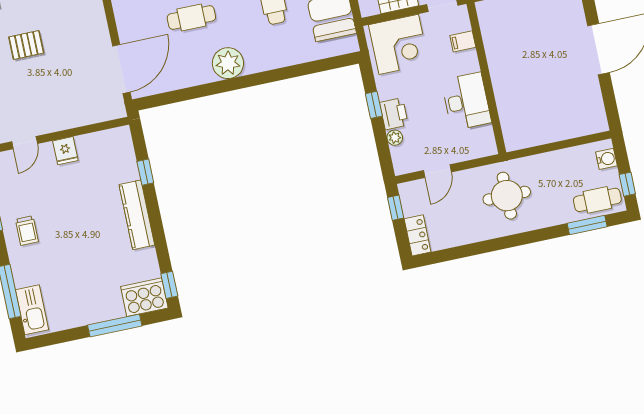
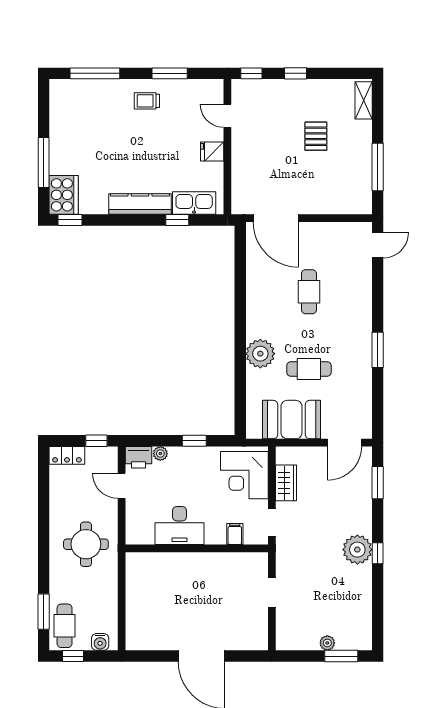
plant: (228, 63) -> (260, 354), moved
printer: (394, 114) -> (138, 457), moved
kitchen sink: (32, 310) -> (194, 203), moved, turned 180

